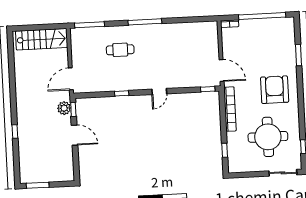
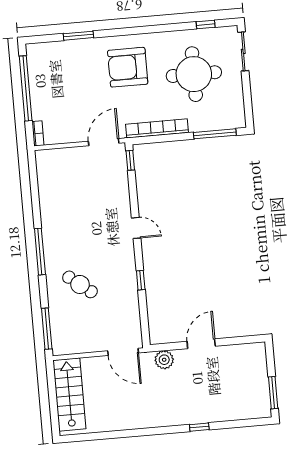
cafe table: (120, 50) -> (80, 284), turned -52
window: (73, 109) -> (165, 347), removed
window: (225, 150) -> (215, 134), width x2.17

